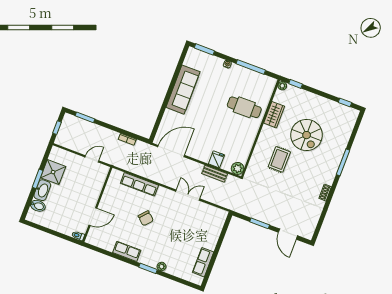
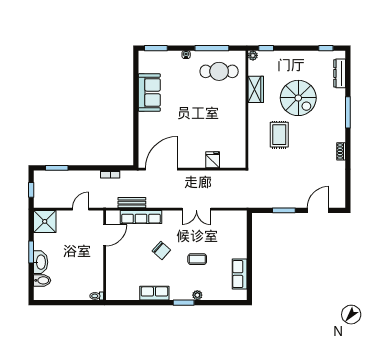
sofa: (183, 90) -> (149, 92), width x0.73
cafe table: (244, 107) -> (219, 71), moved
dresser: (348, 128) -> (340, 73), added
plant: (238, 168) -> (239, 161), removed
shower: (53, 172) -> (45, 221), moved
bench: (215, 174) -> (132, 203), moved
double door: (188, 195) -> (196, 209), swing flipped
door: (93, 217) -> (105, 235), moved
door: (288, 234) -> (318, 210), swing flipped
coffee table: (173, 237) -> (197, 259), added

